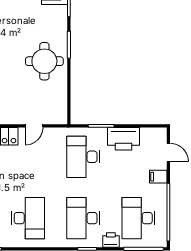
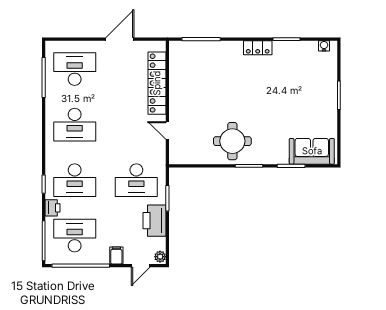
plant: (159, 133) -> (160, 257), added
desk: (83, 157) -> (136, 180), turned 180
desk: (83, 218) -> (75, 180), turned 180

